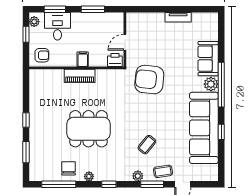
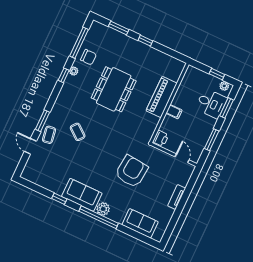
tv unit: (178, 17) -> (177, 197), moved
door: (125, 42) -> (182, 158), moved
armchair: (42, 55) -> (193, 79), removed
sofa: (208, 59) -> (140, 223), moved
piano: (80, 76) -> (162, 97), width x1.37, depth x1.33
armchair: (149, 80) -> (131, 171), moved
sofa: (204, 128) -> (82, 195), width x0.54, depth x0.79
plant: (138, 176) -> (55, 112), removed
window: (109, 184) -> (64, 75), moved

